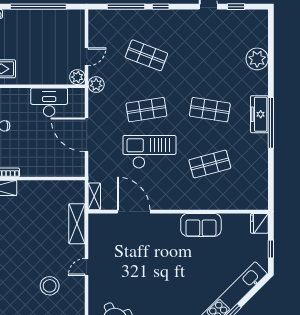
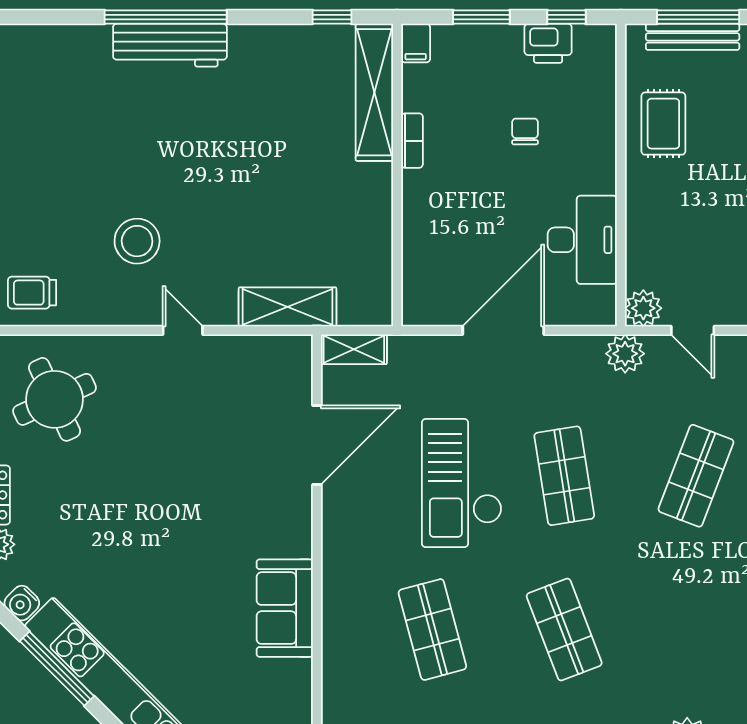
shop shelf: (210, 110) -> (564, 630), turned -30
checkout: (149, 152) -> (462, 483), turned 180

